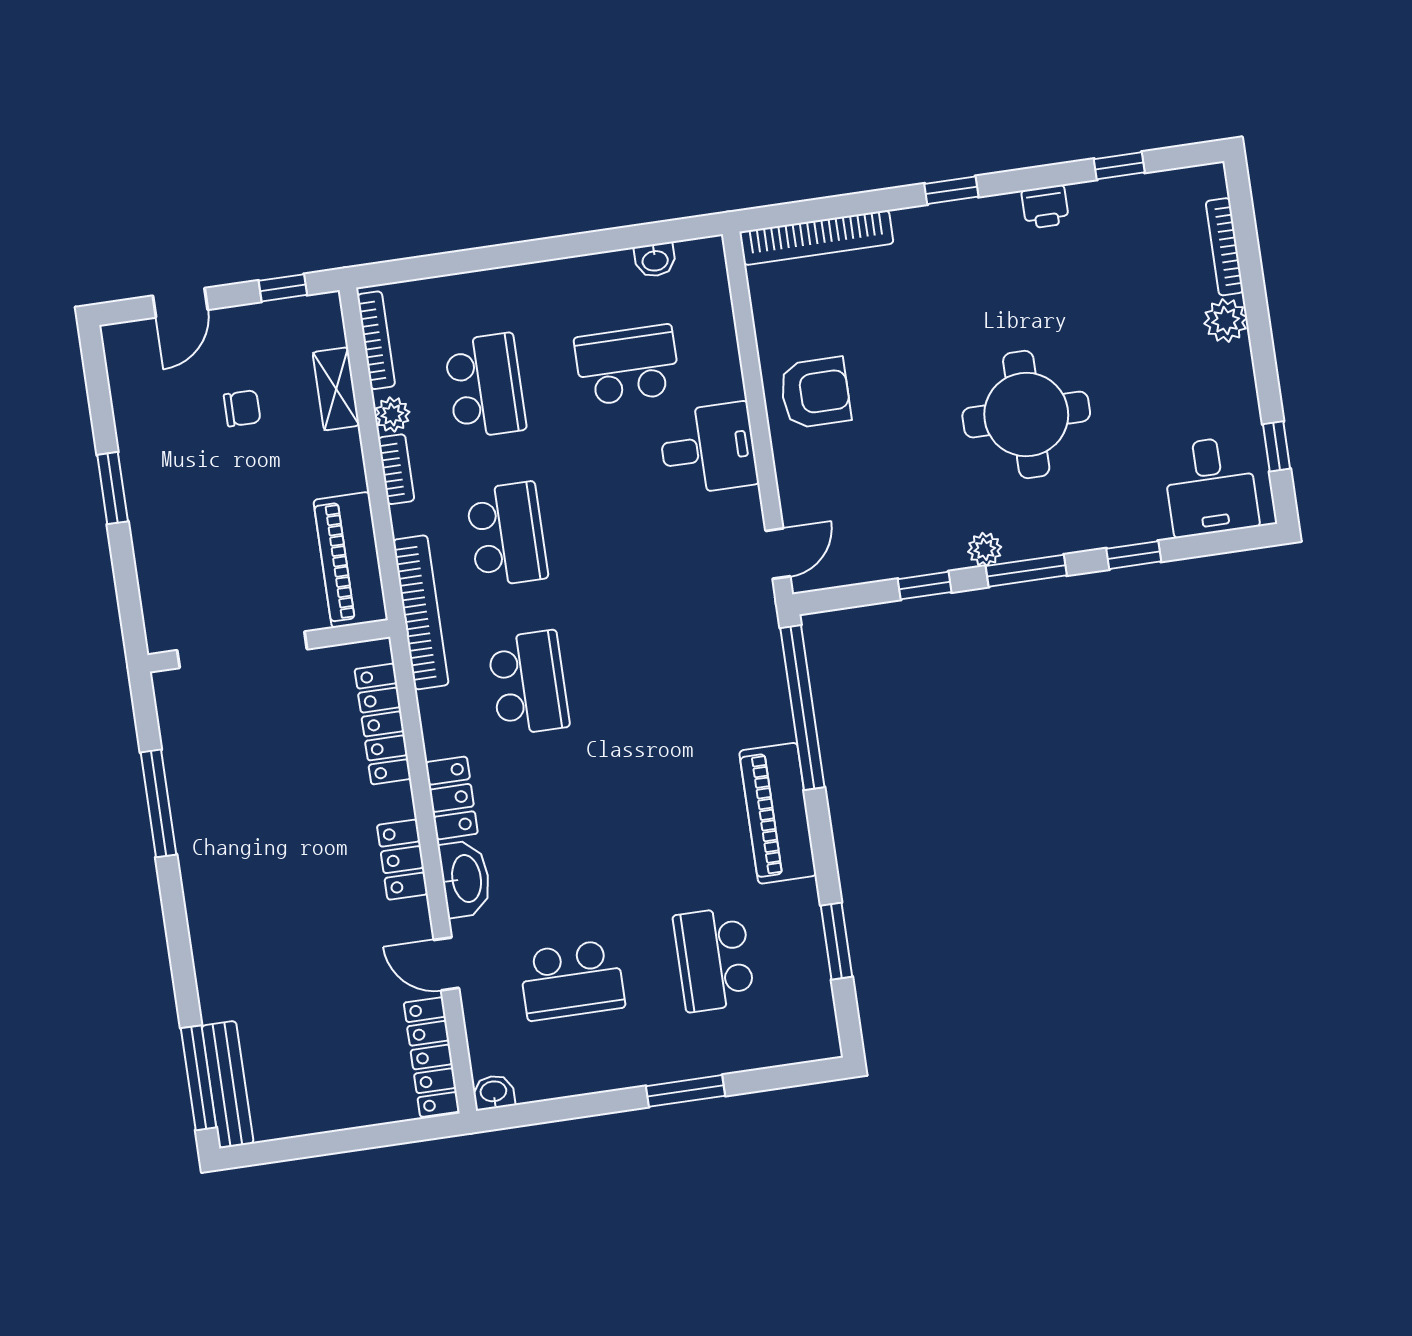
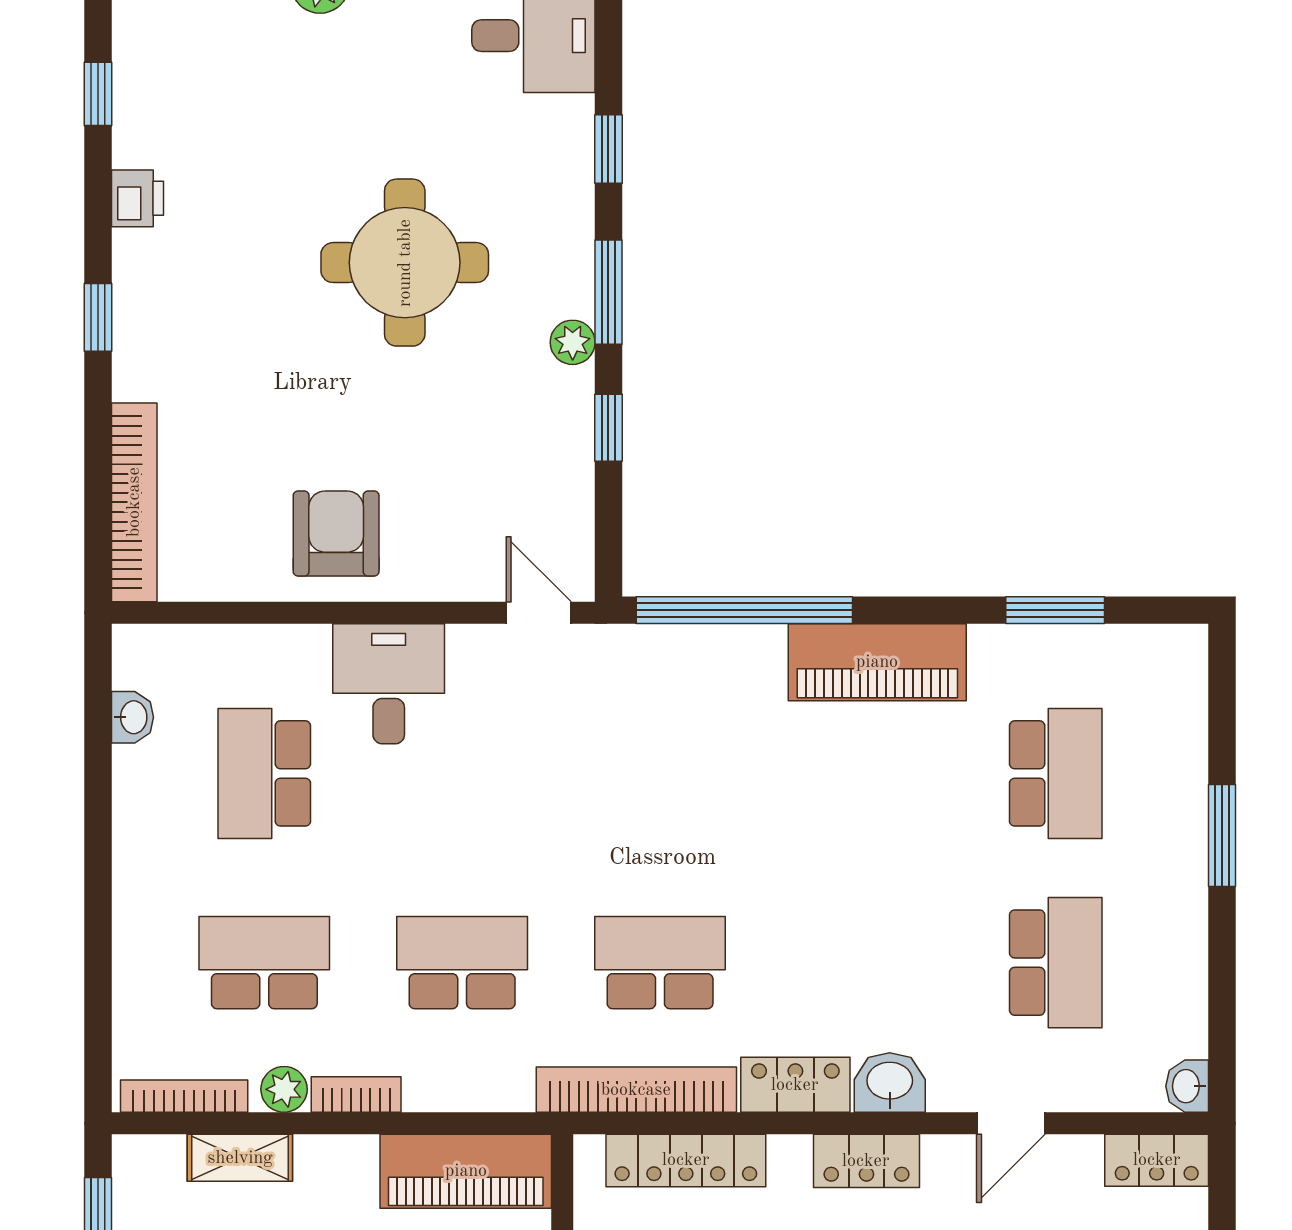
bookcase: (421, 612) -> (636, 1090), moved
washbasin: (465, 879) -> (890, 1082), width x0.72
school desk: (714, 959) -> (1056, 773), turned -90
locker: (432, 1057) -> (1157, 1160), width x0.66

